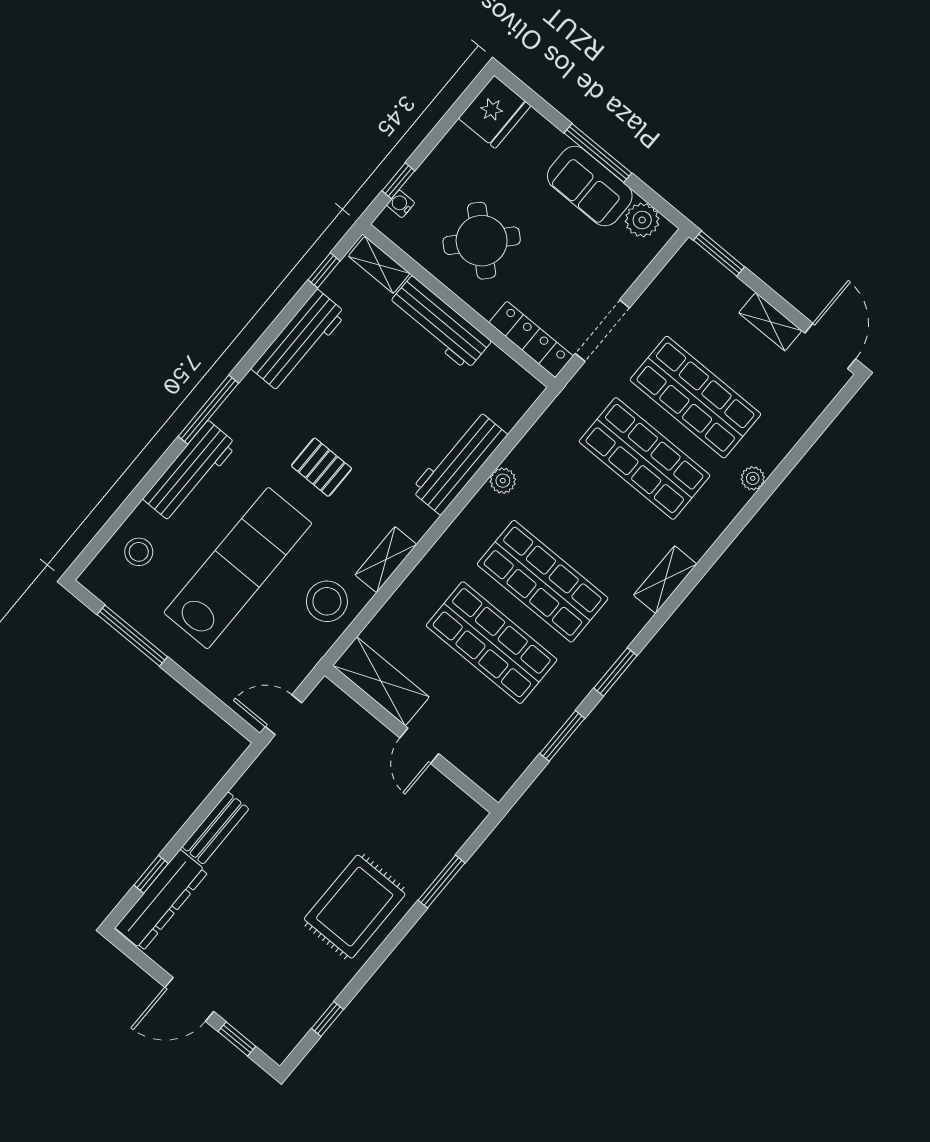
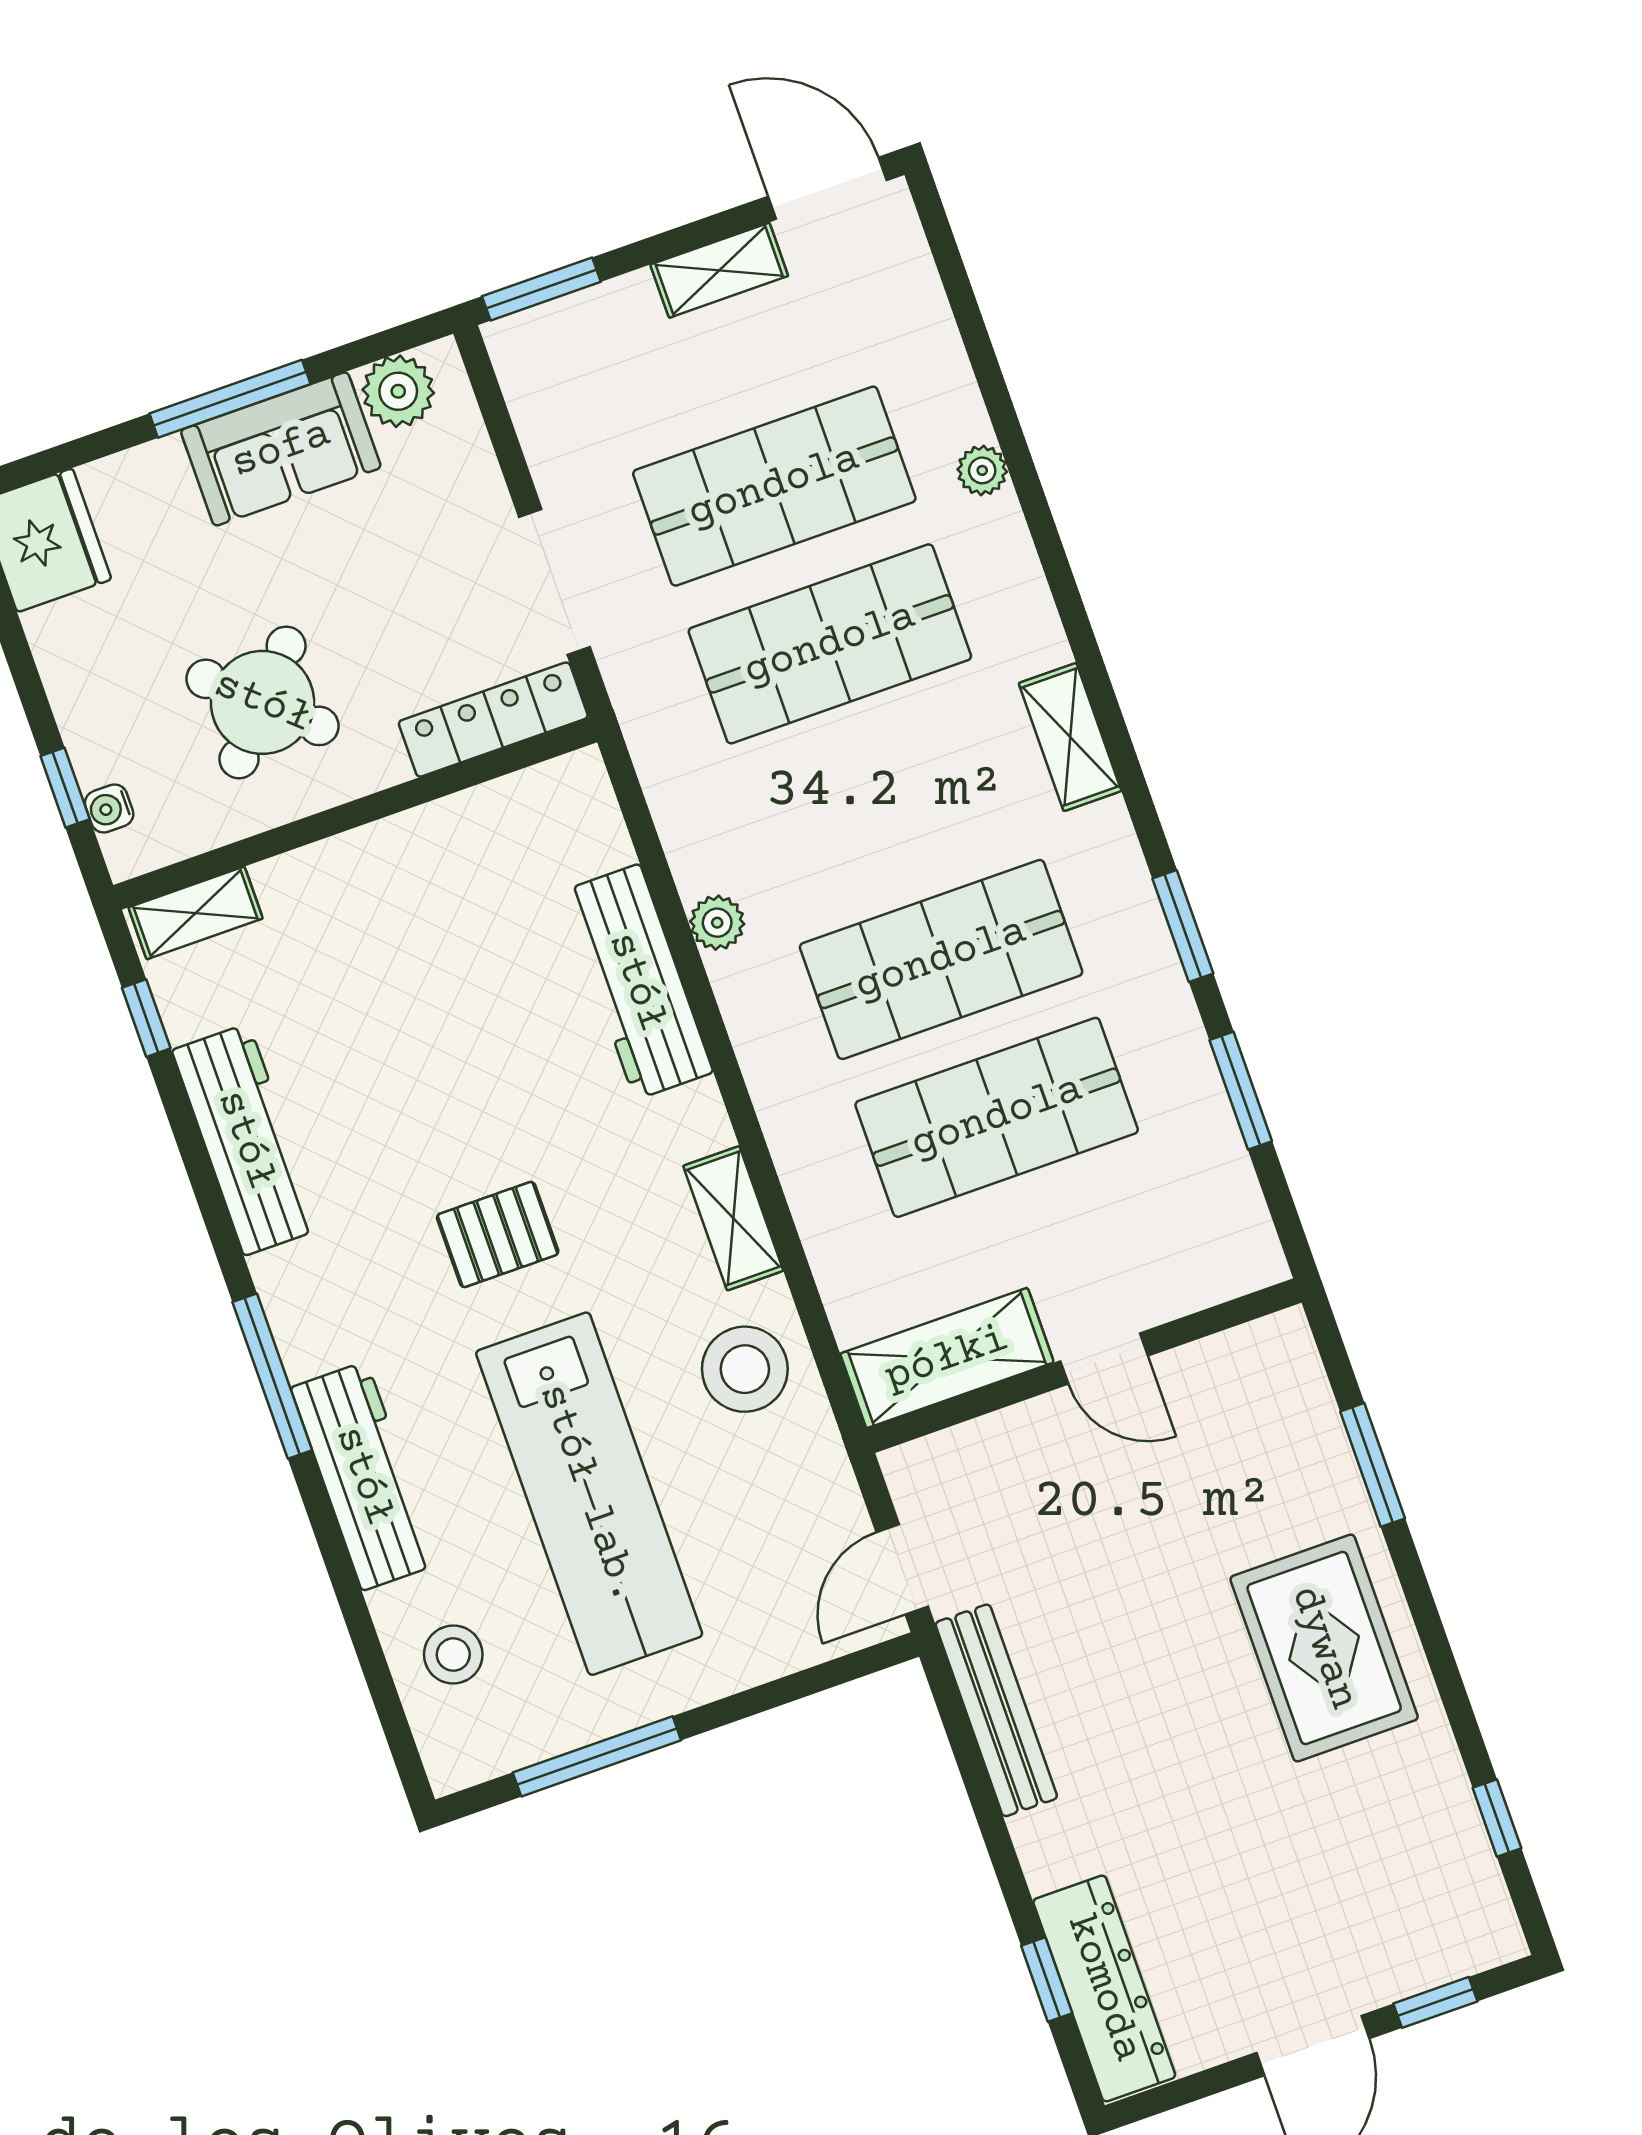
workbench: (439, 323) -> (366, 867), removed
lab bench: (238, 568) -> (589, 1494), turned 180
bench: (215, 828) -> (996, 1710), moved, width x1.36

